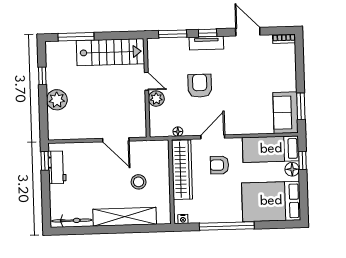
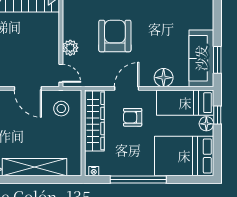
door: (147, 81) -> (61, 73), moved
armchair: (200, 86) -> (115, 36), width x1.36, depth x1.36
sofa: (285, 113) -> (201, 58), width x1.36
floor lamp: (178, 132) -> (164, 78), moved, width x1.89, depth x1.89
stool: (139, 182) -> (61, 109), moved

